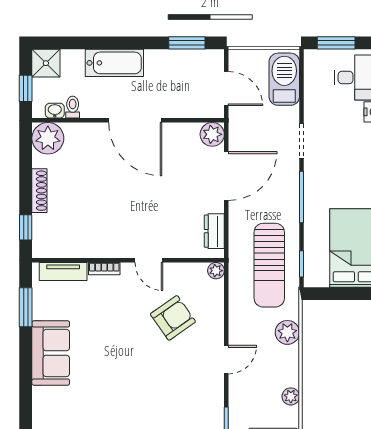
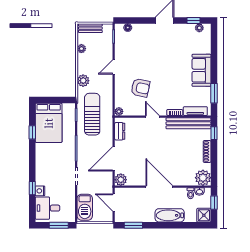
bench: (77, 247) -> (188, 123), added
armchair: (173, 318) -> (140, 88), turned -133

